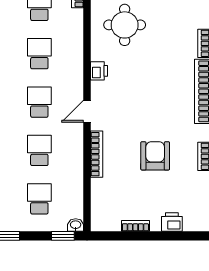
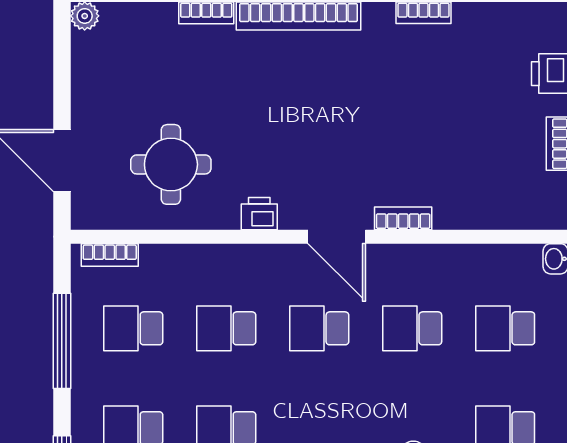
door: (87, 111) -> (337, 237), width x1.38
bookcase: (97, 154) -> (403, 218), width x0.64
armchair: (155, 156) -> (423, 106), removed

